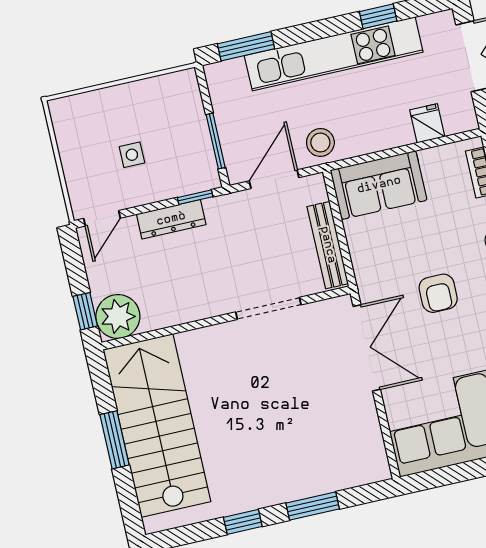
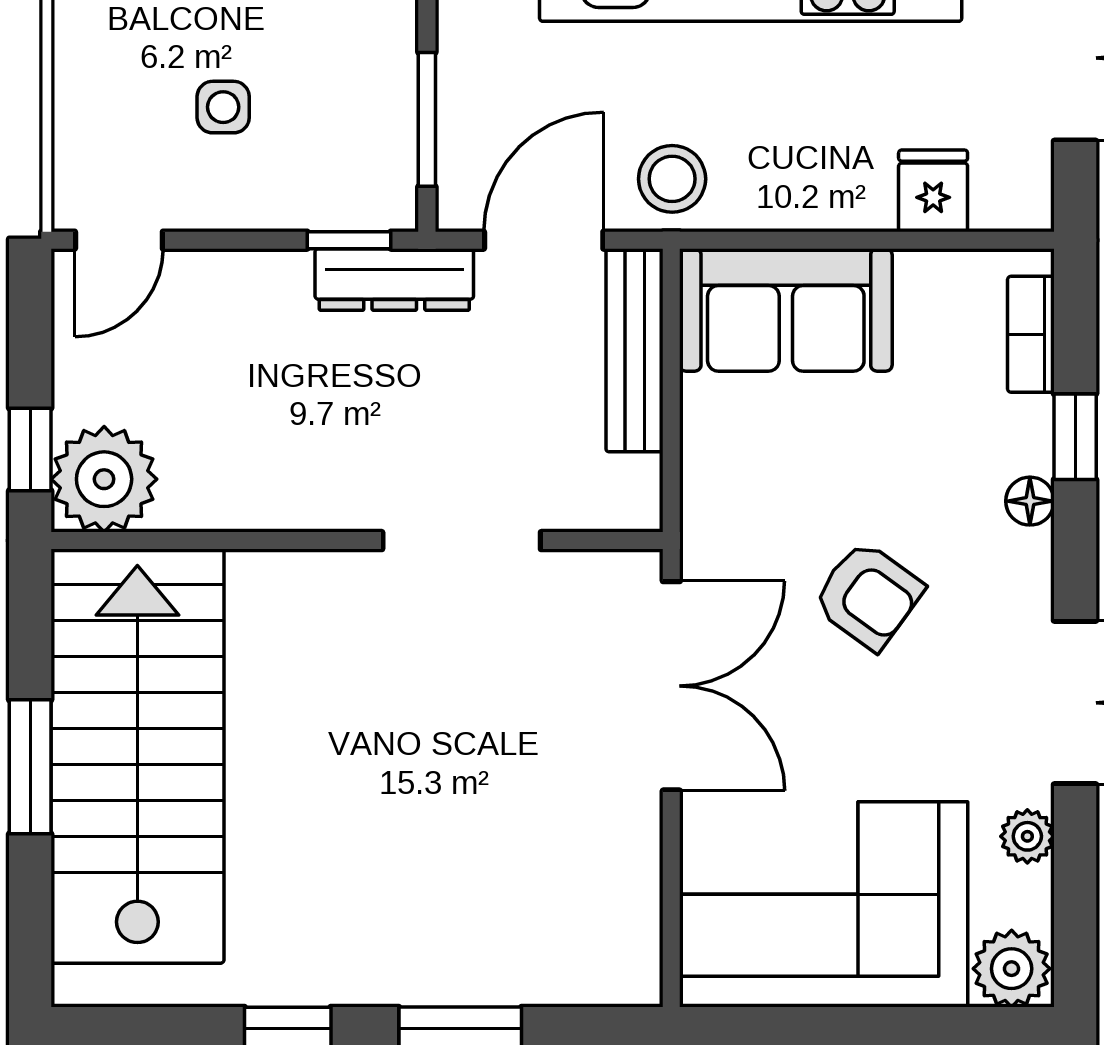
dresser: (171, 219) -> (394, 280), moved
bench: (328, 245) -> (634, 350), moved
armchair: (438, 293) -> (868, 595), turned -54

